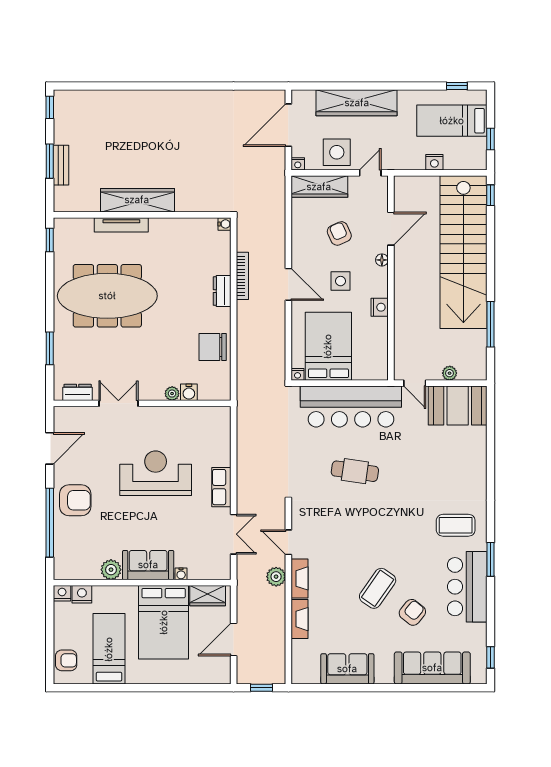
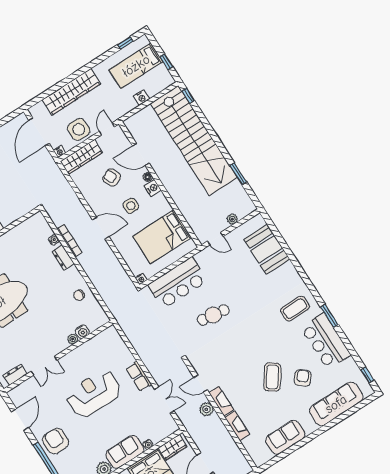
water cooler: (224, 224) -> (54, 240), moved
door: (391, 229) -> (141, 155), swing flipped
nightstand: (380, 307) -> (153, 188), moved
window: (491, 324) -> (238, 174), width x0.69
bed: (328, 346) -> (162, 237), moved, turned -90
chair: (213, 347) -> (79, 295), width x0.54, depth x0.54
double door: (118, 403) -> (44, 366), swing flipped
booth: (458, 406) -> (267, 249), moved, turned 90
bar counter: (351, 407) -> (178, 283), width x0.73
armchair: (75, 500) -> (56, 441), turned -90

